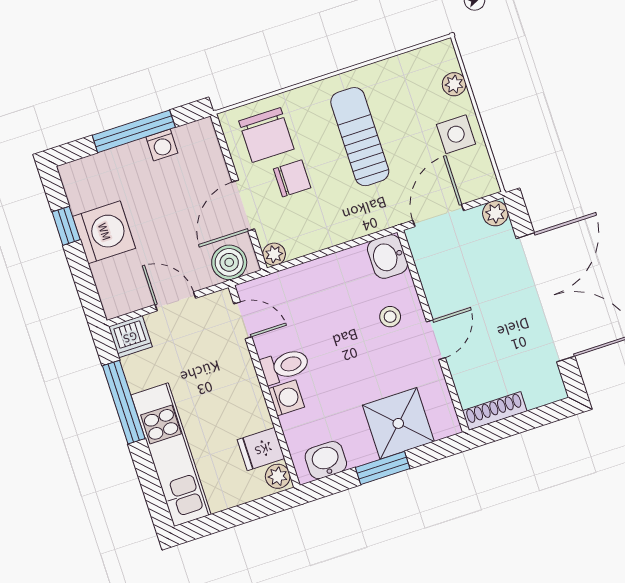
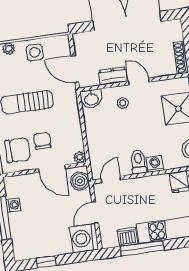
plant: (495, 213) -> (79, 39), removed
washing machine: (104, 232) -> (84, 238), moved, turned -90
dresser: (438, 289) -> (113, 76), added
dishwasher: (130, 337) -> (128, 237), moved, turned -90

